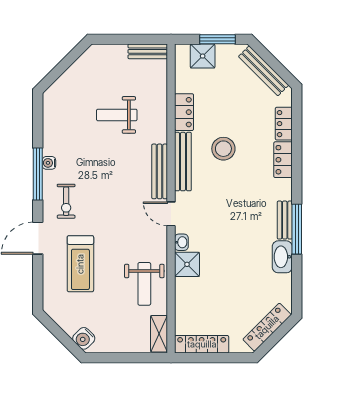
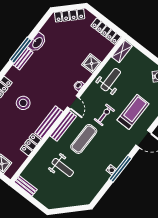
stool: (223, 149) -> (23, 103), moved
exercise mat: (118, 175) -> (84, 139), added
exercise bike: (66, 201) -> (104, 115), moved
shower: (187, 264) -> (92, 64), moved

